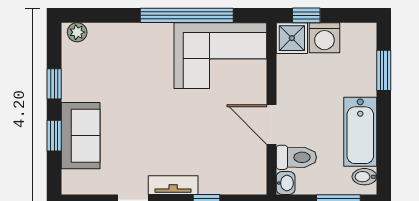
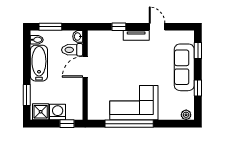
shower: (292, 38) -> (41, 112), moved
corner sofa: (220, 56) -> (134, 103), moved
door: (272, 125) -> (85, 67), swing flipped
window: (54, 136) -> (198, 50), moved
sofa: (81, 136) -> (184, 67), width x1.36

